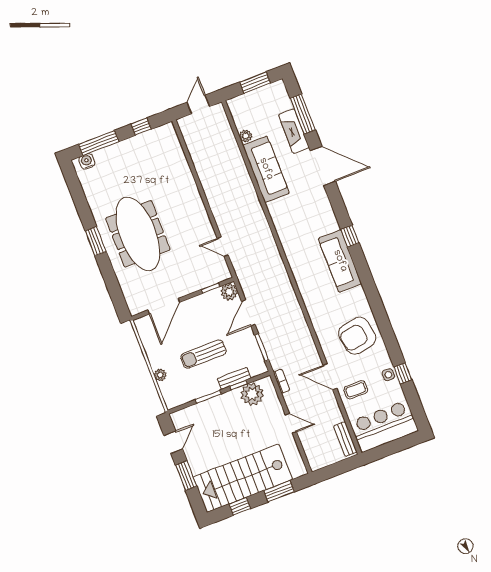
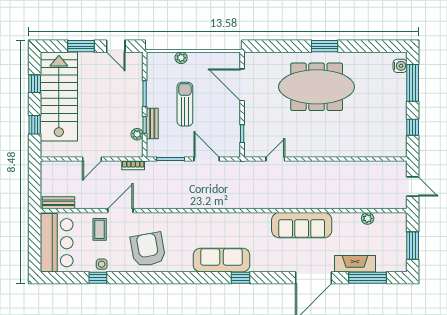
sofa: (266, 169) -> (302, 225), moved
plant: (229, 292) -> (232, 149), removed
plant: (252, 394) -> (137, 134), width x0.53, depth x0.53
window: (279, 491) -> (35, 125), width x0.67

